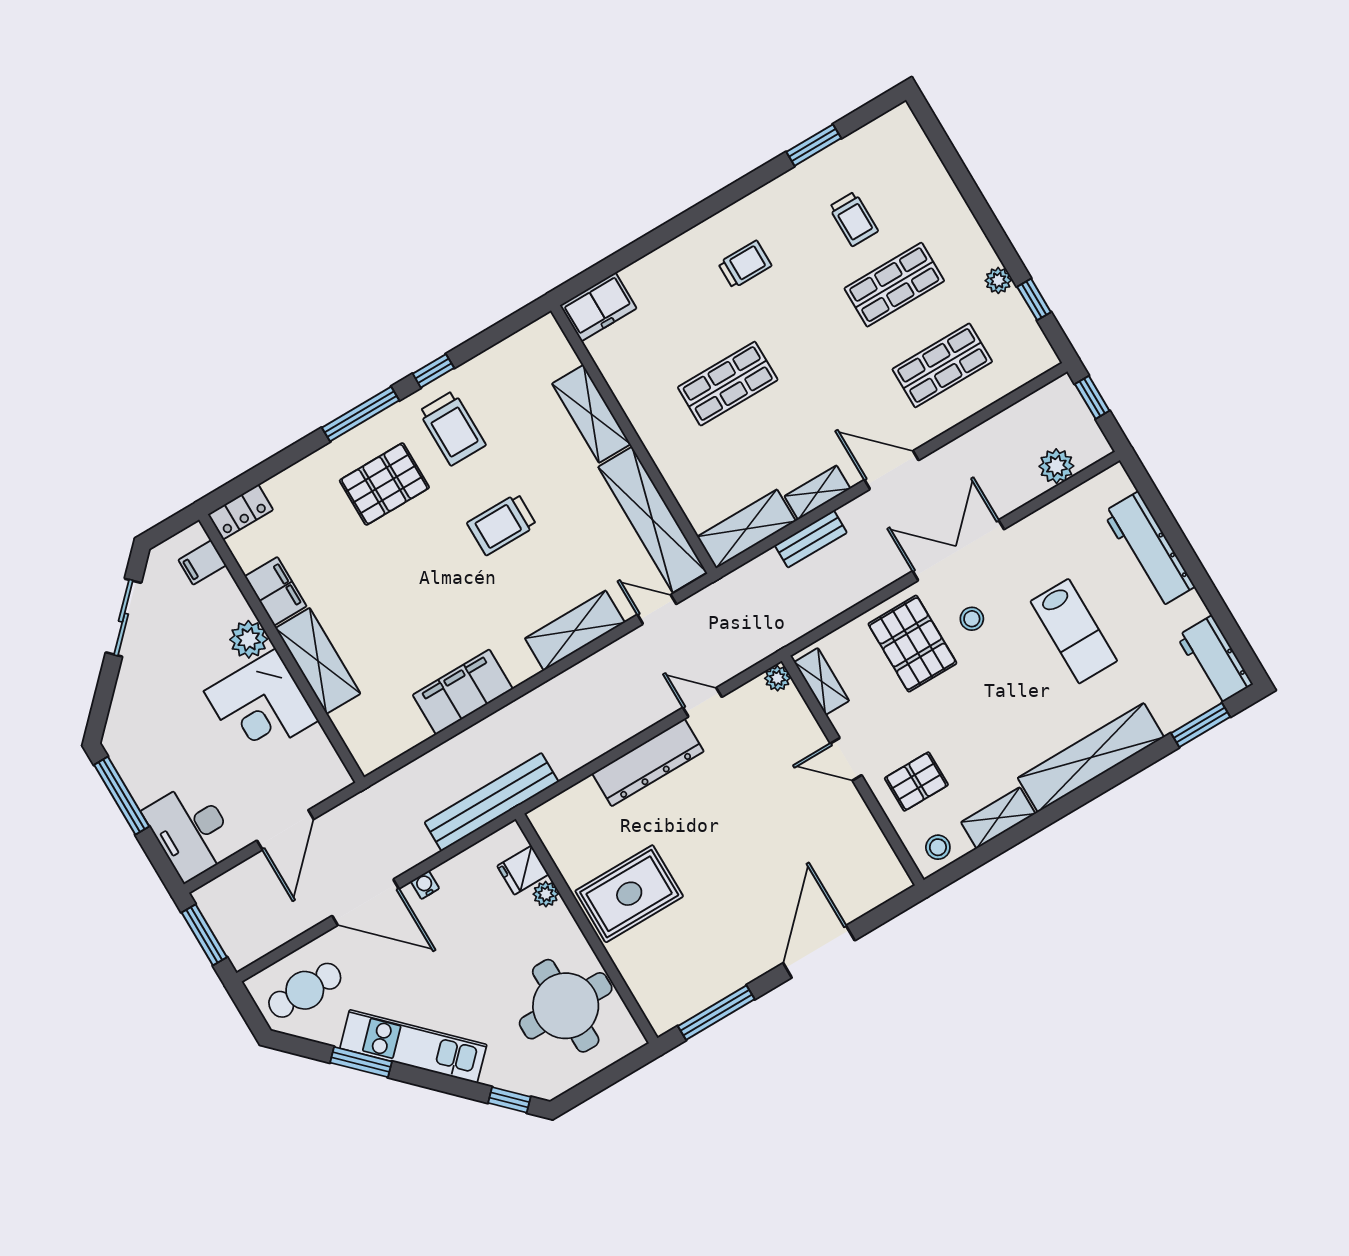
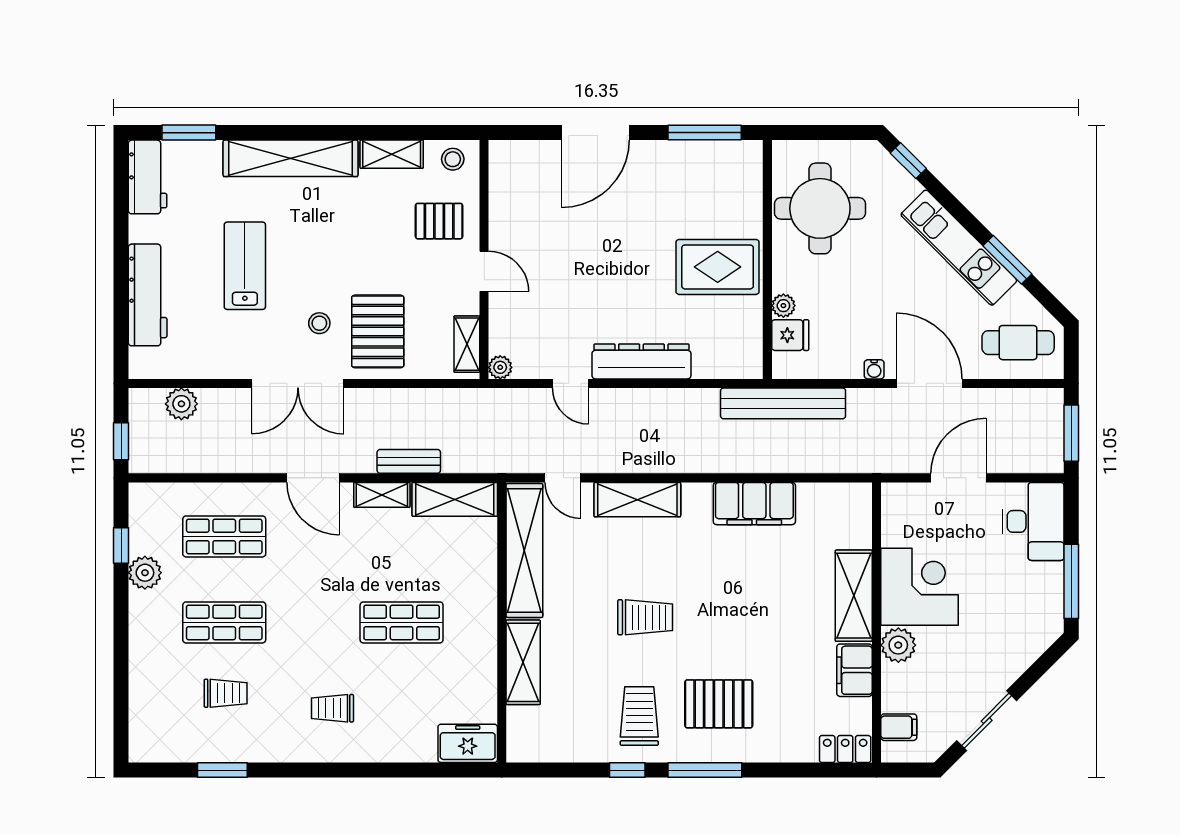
trolley: (854, 219) -> (226, 693), turned 90
plant: (998, 280) -> (145, 573), width x1.38, depth x1.38

